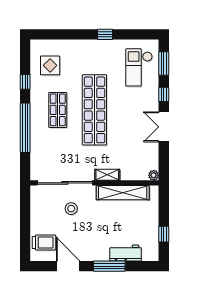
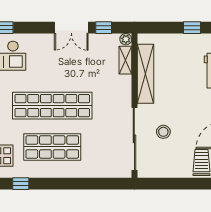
window: (164, 94) -> (104, 28), moved
shop shelf: (58, 110) -> (52, 147), width x1.43, depth x1.36
window: (25, 128) -> (72, 184), removed
shelving: (107, 175) -> (125, 60), moved

